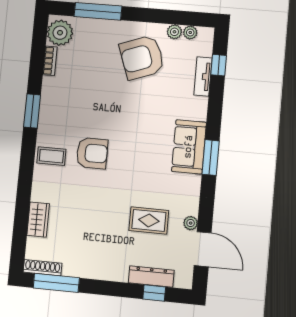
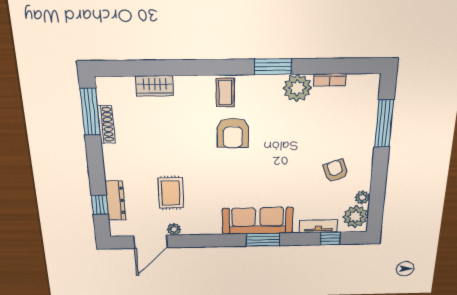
plant: (190, 32) -> (356, 217), width x1.88, depth x1.88
plant: (60, 33) -> (297, 88), moved
armchair: (142, 57) -> (336, 171), width x0.53, depth x0.53
sofa: (189, 147) -> (258, 221), width x1.36
window: (211, 158) -> (263, 240), moved
shoe rack: (43, 268) -> (106, 124), moved

